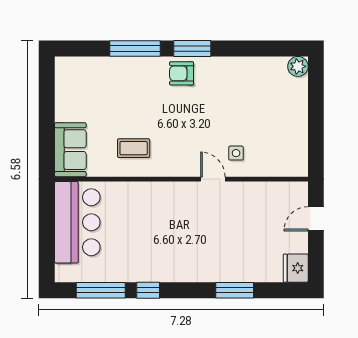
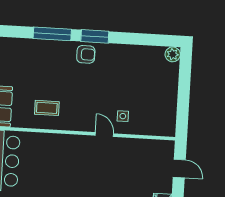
armchair: (182, 73) -> (86, 54), turned 180
door: (316, 219) -> (179, 169), swing flipped

